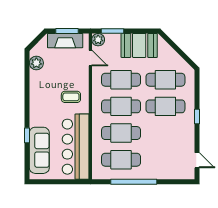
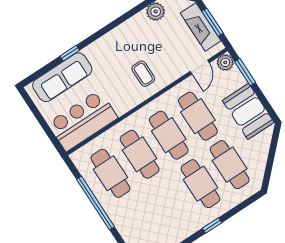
bar counter: (76, 147) -> (83, 121), width x0.73

